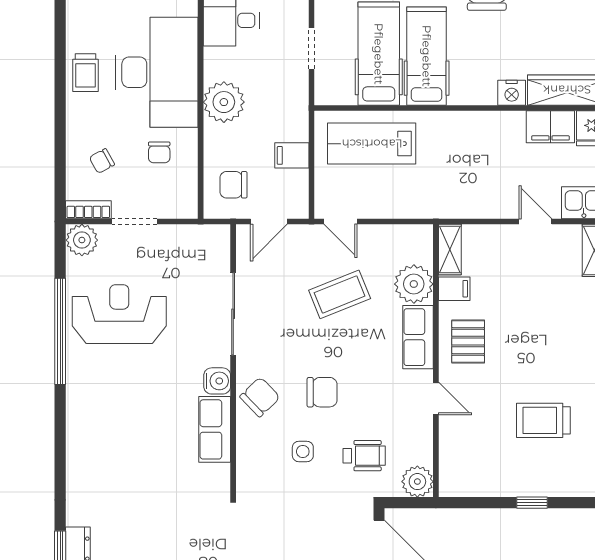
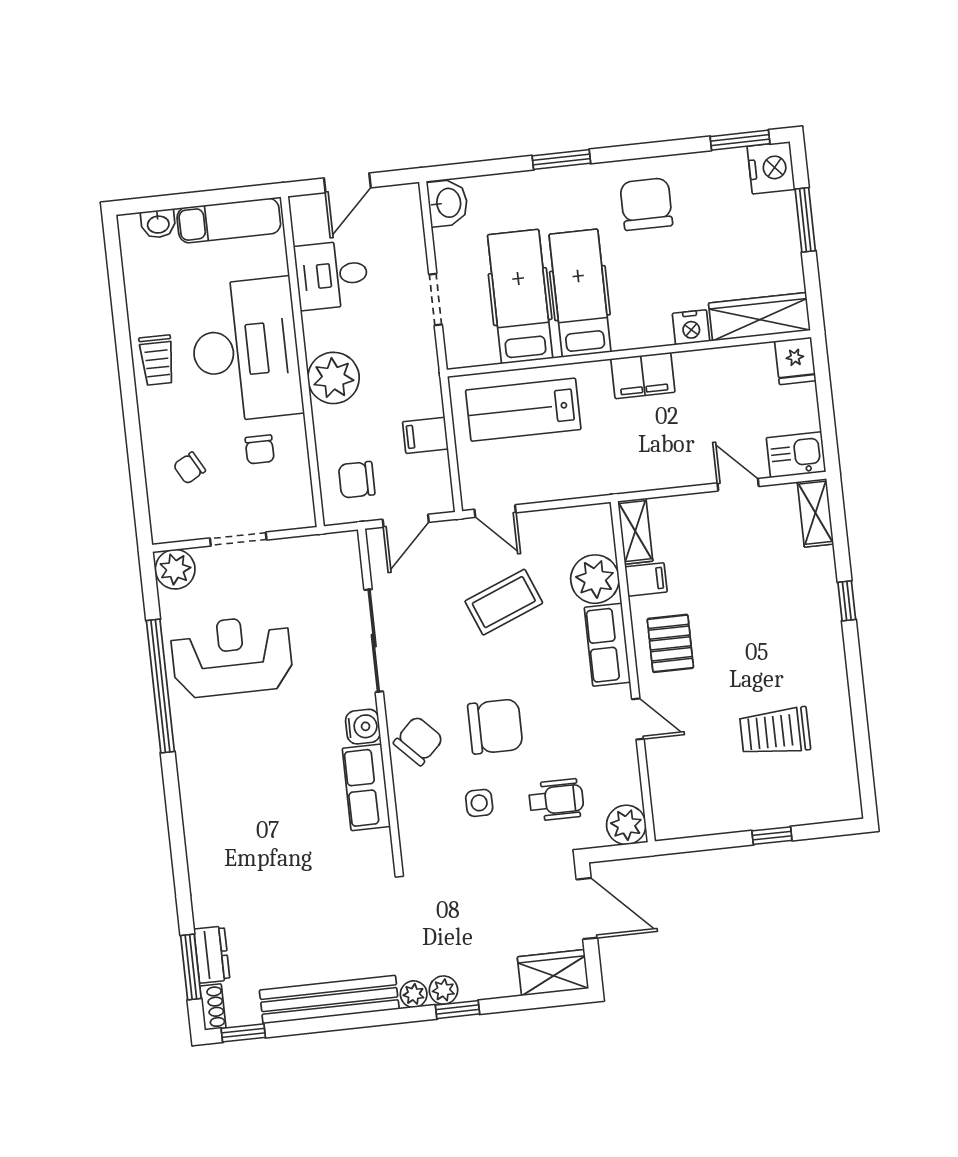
filing cabinet: (550, 127) -> (643, 375), moved
bookcase: (88, 210) -> (179, 531), removed
chair: (322, 392) -> (495, 726), width x1.37, depth x1.37

